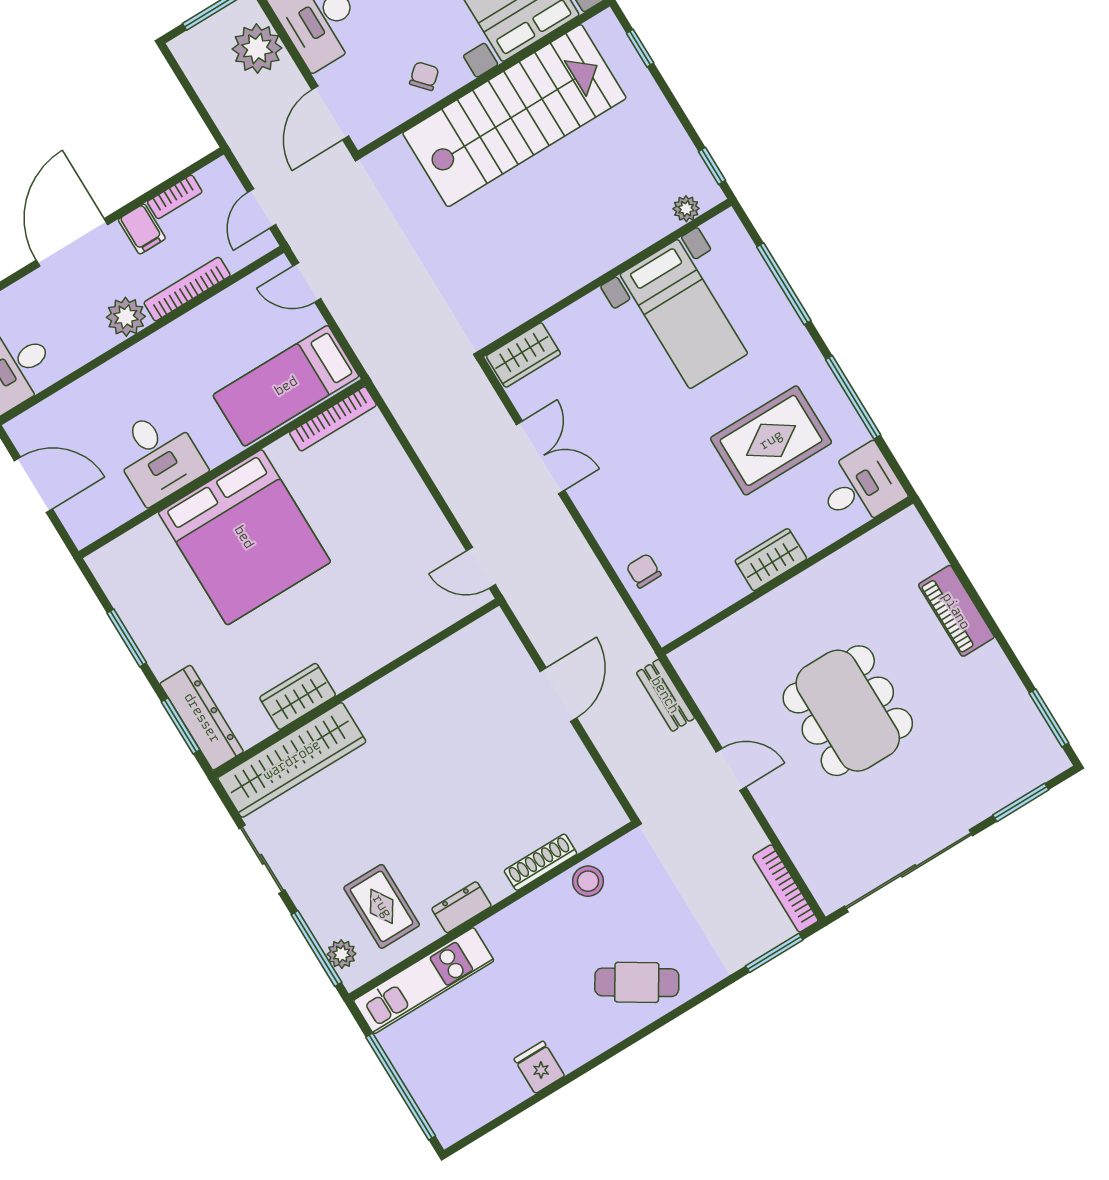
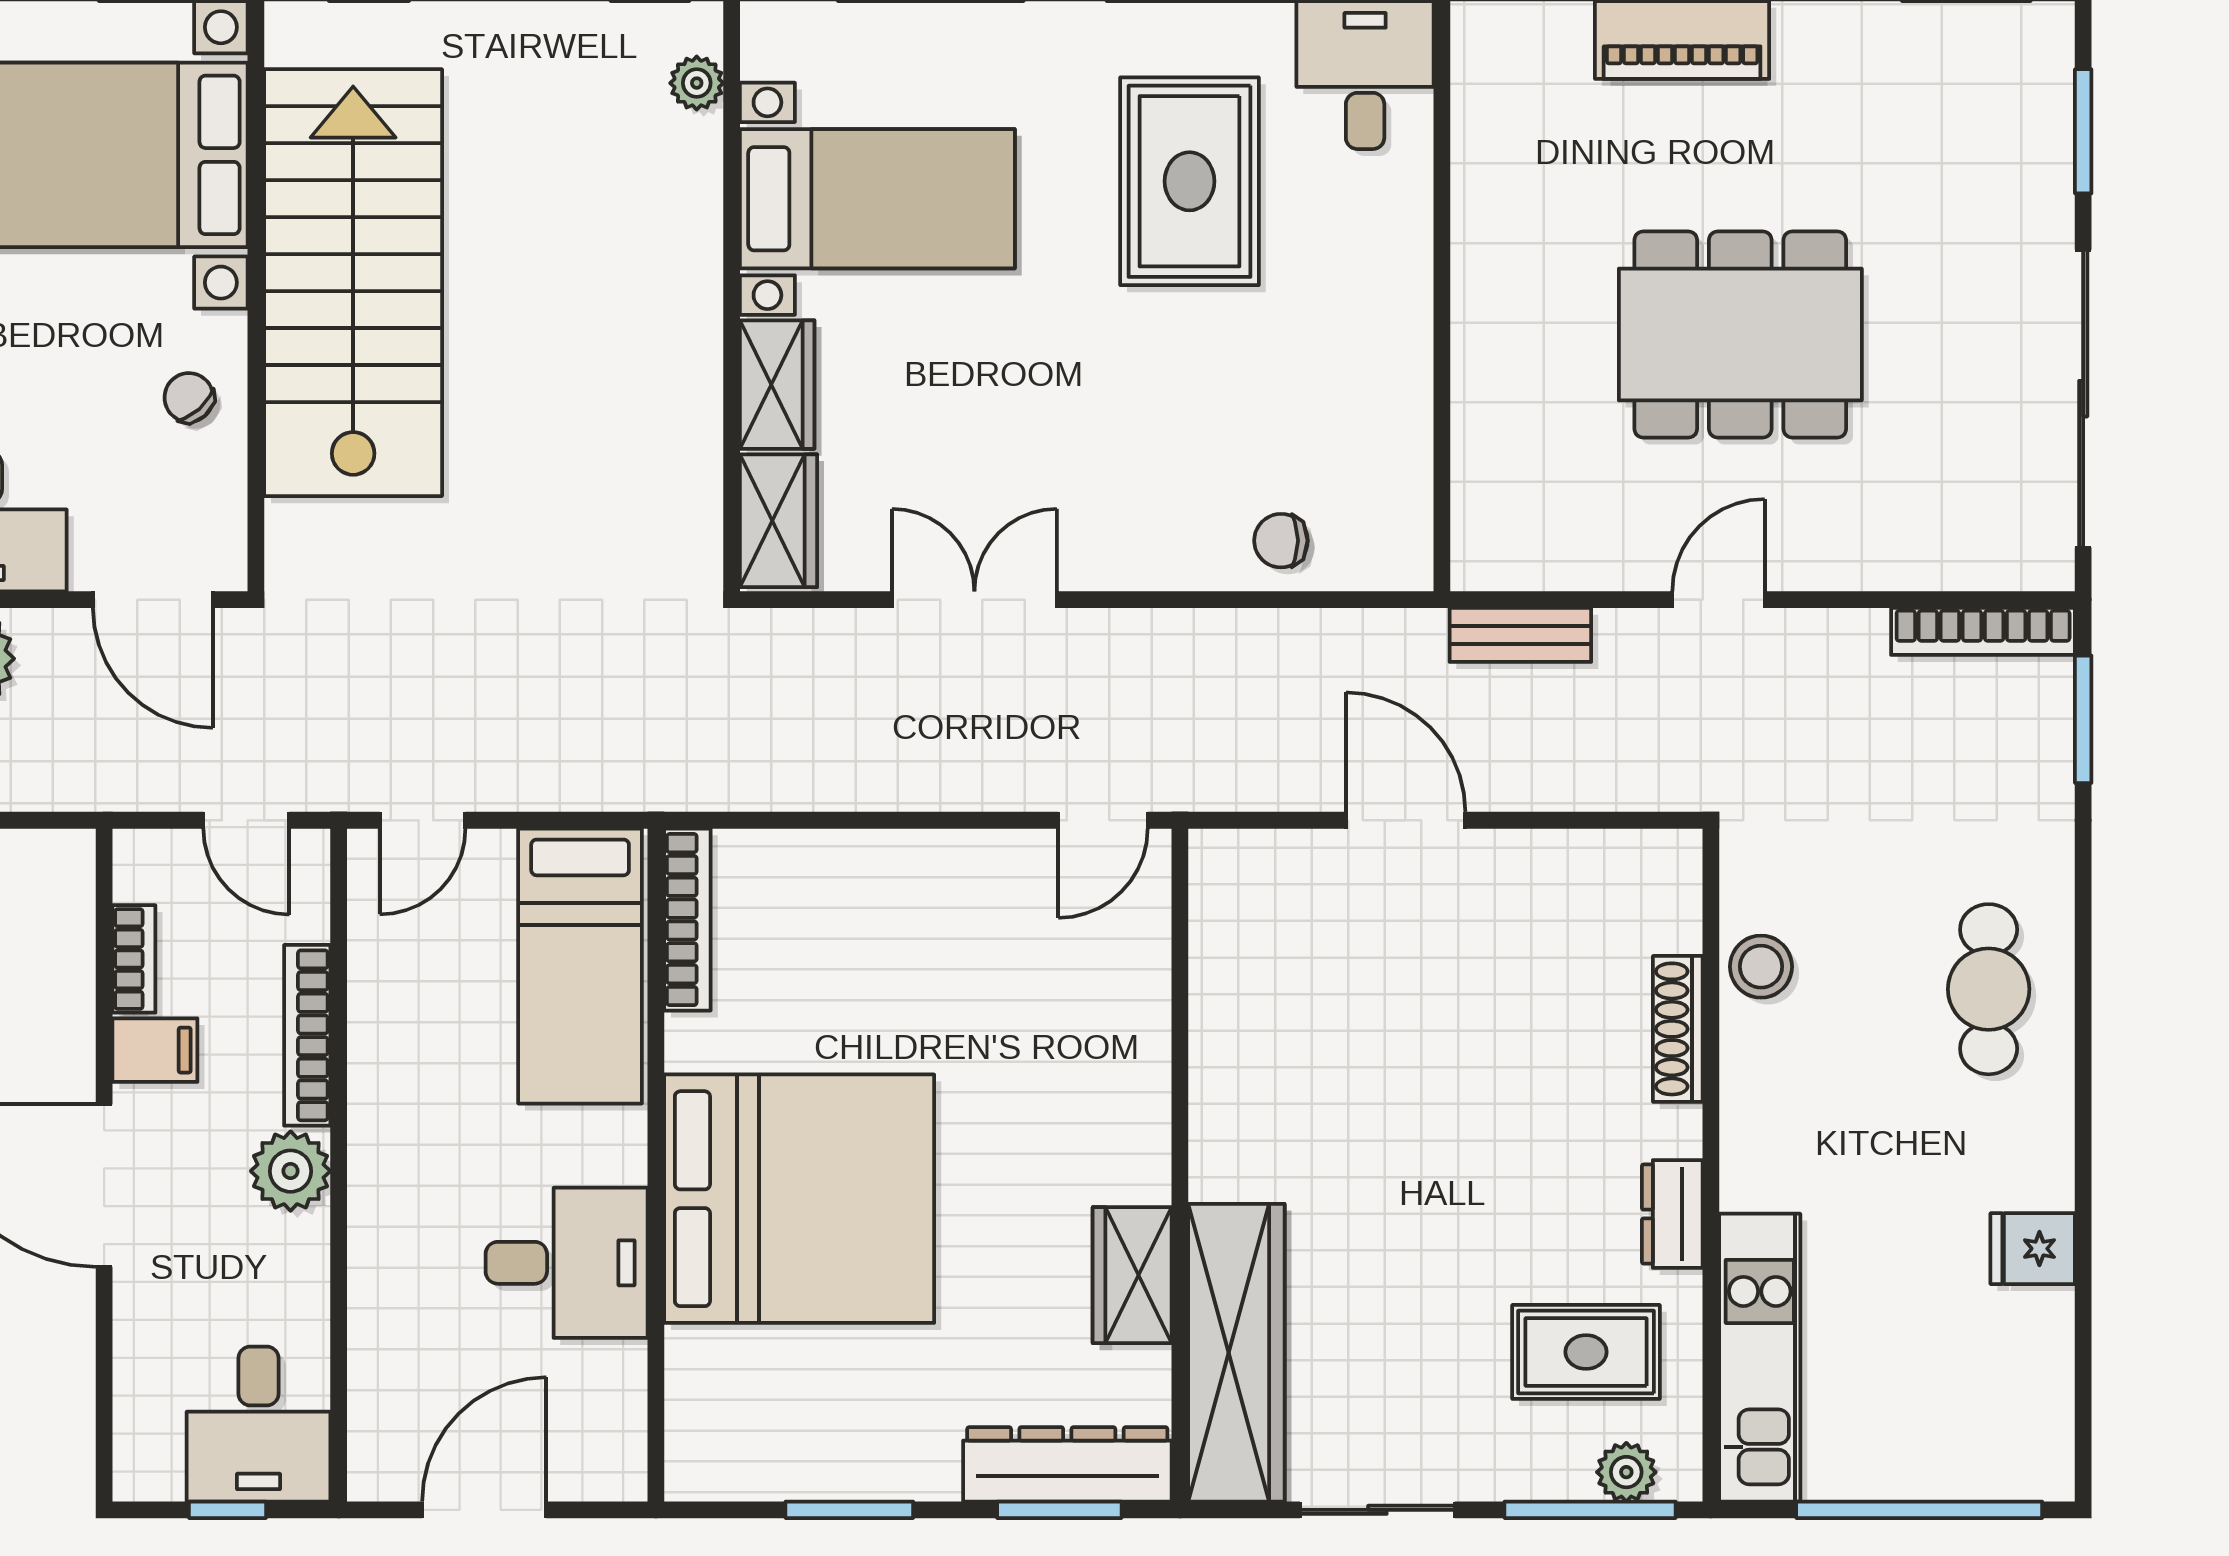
wardrobe: (771, 560) -> (777, 385), moved, turned 180
cafe table: (637, 982) -> (1989, 989), turned -32

